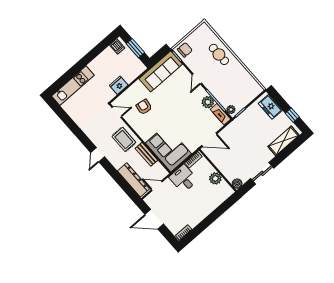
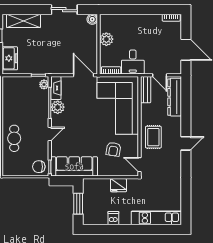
dishwasher: (117, 47) -> (113, 218), moved
corner sofa: (168, 148) -> (118, 105), width x1.36, depth x1.36
bench: (146, 154) -> (146, 90), moved

